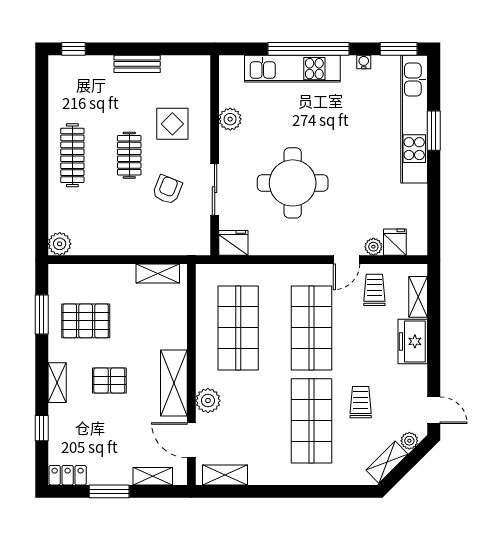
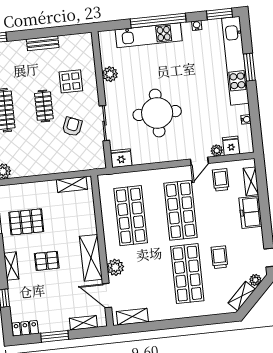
water cooler: (421, 206) -> (246, 119), added

